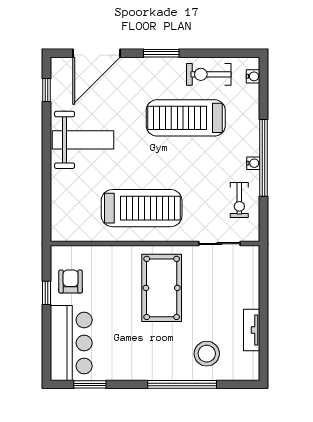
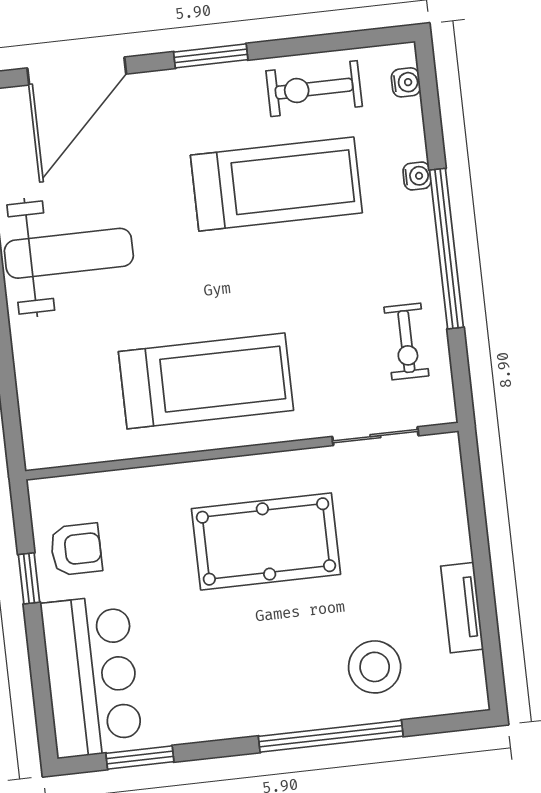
treadmill: (186, 118) -> (276, 184), turned 180
water cooler: (253, 163) -> (417, 176), moved
armchair: (71, 282) -> (76, 549), turned 90
pool table: (162, 288) -> (266, 541), turned 90

